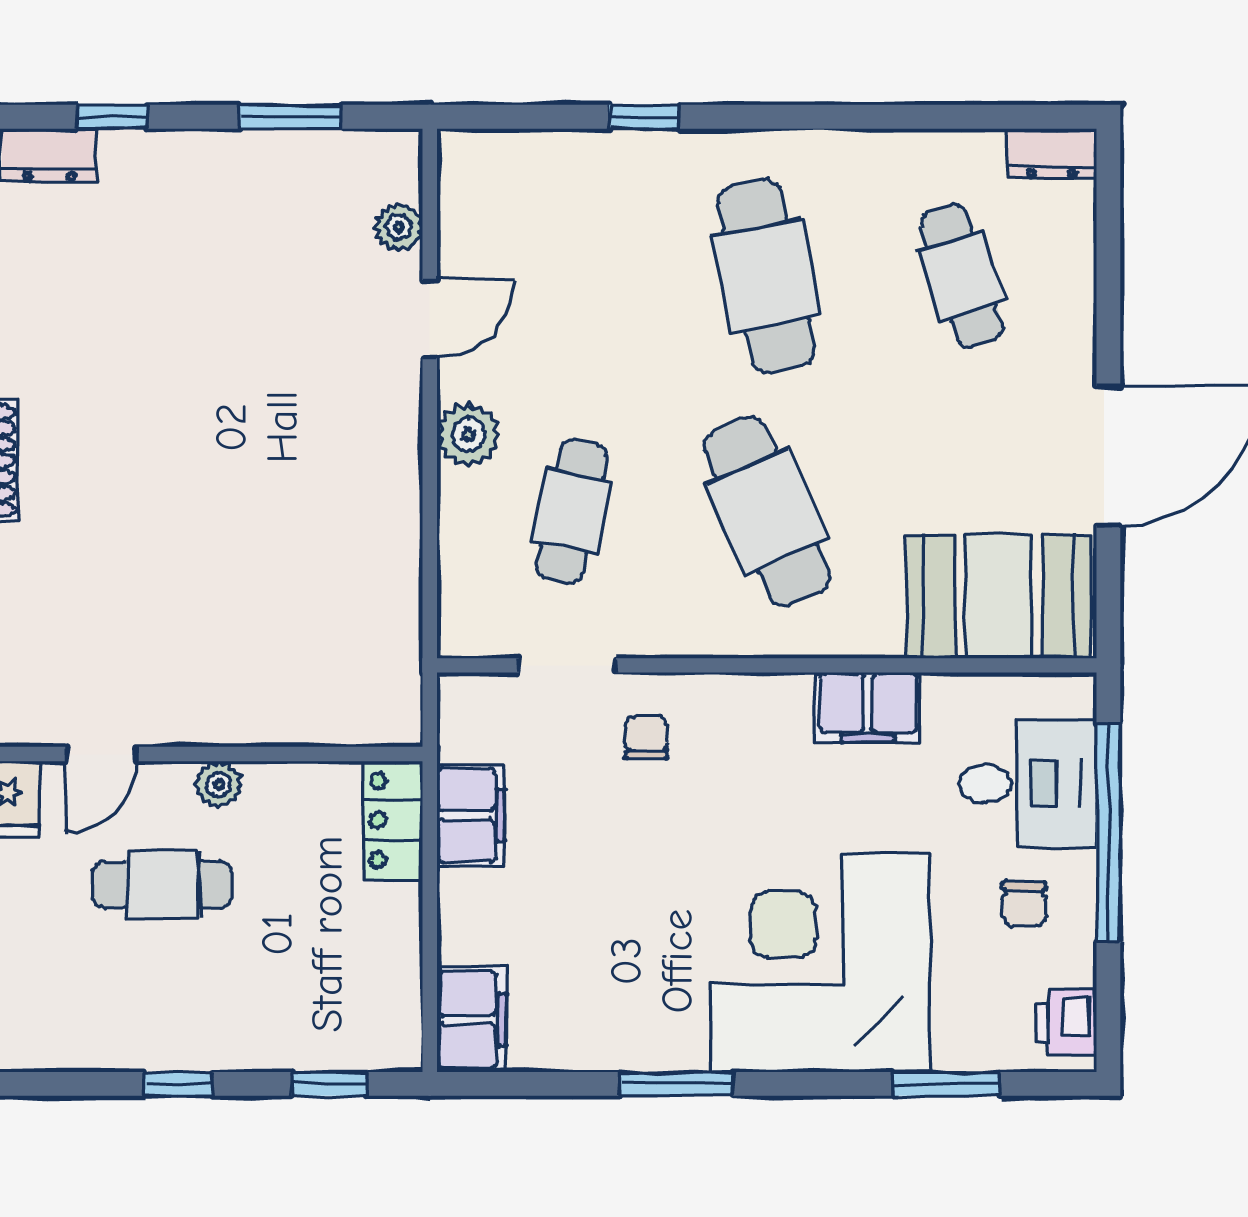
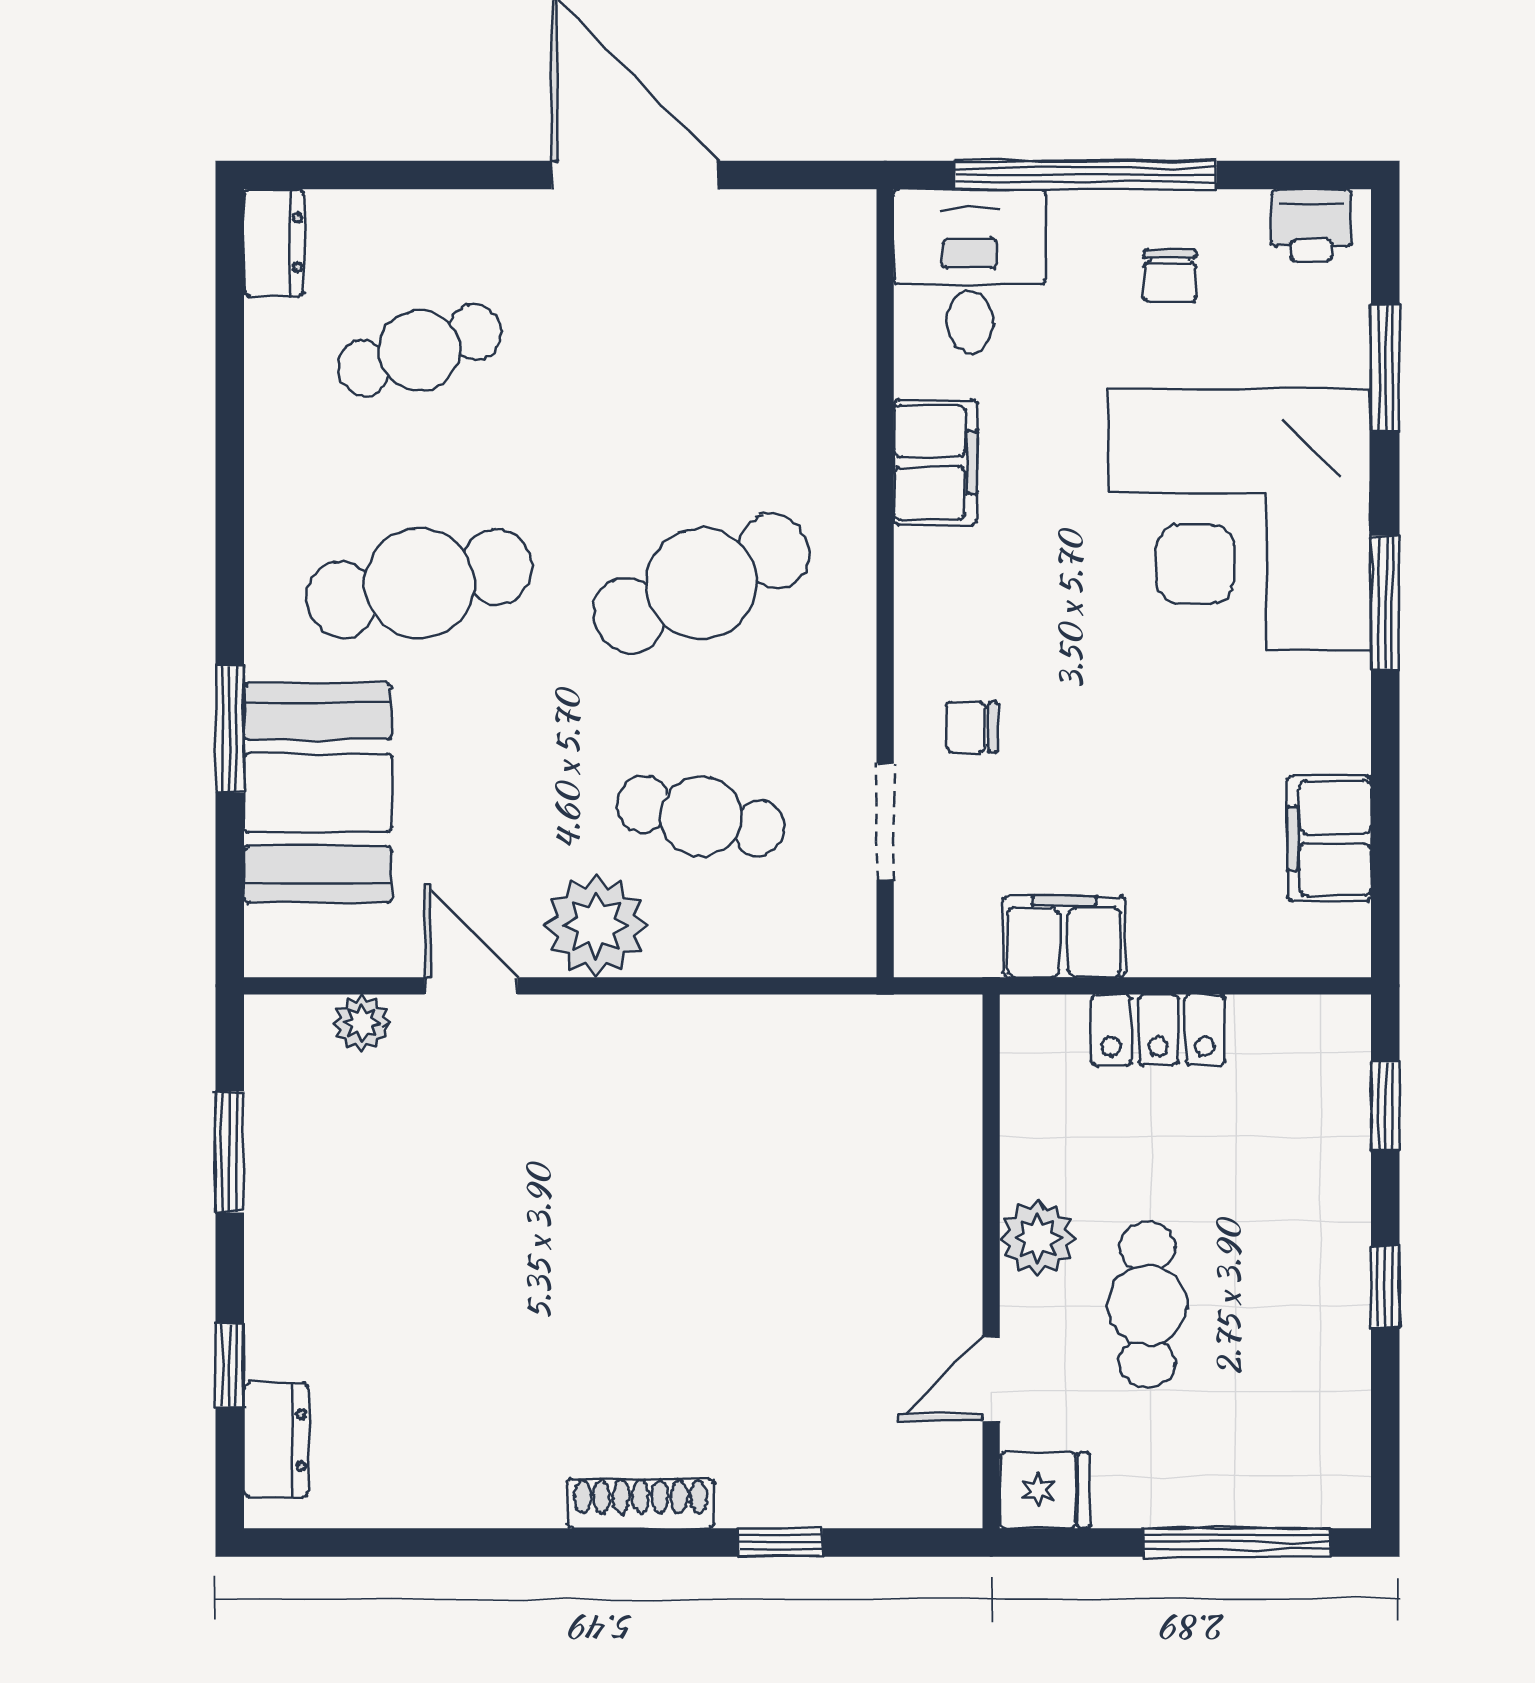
window: (645, 117) -> (230, 729), width x1.50
plant: (468, 435) -> (596, 926), width x1.36, depth x1.36
booth: (999, 596) -> (318, 793), moved
door: (101, 754) -> (991, 1379), swing flipped
desk: (1028, 783) -> (970, 271), moved
plant: (219, 784) -> (1038, 1238), width x1.38, depth x1.38
locker: (393, 820) -> (1158, 1030), moved
chair: (1024, 904) -> (1170, 276), turned 90
filing cabinet: (472, 1020) -> (1329, 838), moved, turned -90
window: (677, 1084) -> (1385, 603), moved

